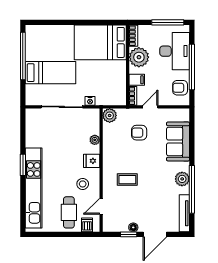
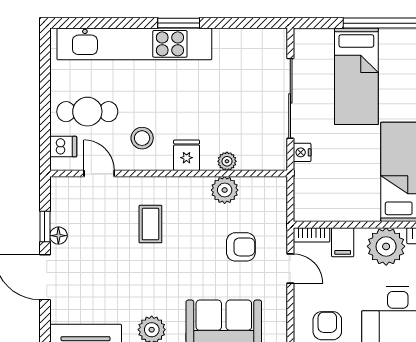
plant: (110, 115) -> (225, 190), moved
armchair: (139, 133) -> (241, 247), turned 90

